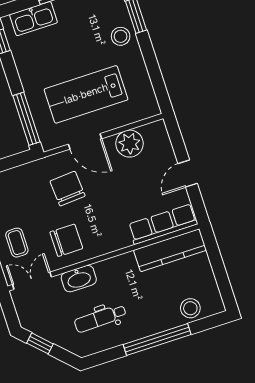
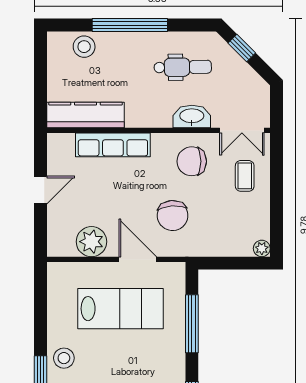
window: (26, 119) -> (192, 324), moved
row of seats: (163, 224) -> (113, 145), moved
window: (40, 343) -> (242, 48), moved

